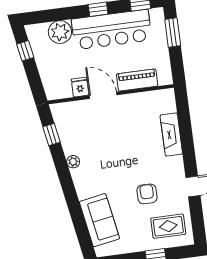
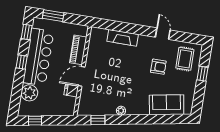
armchair: (147, 194) -> (158, 67), turned 180

